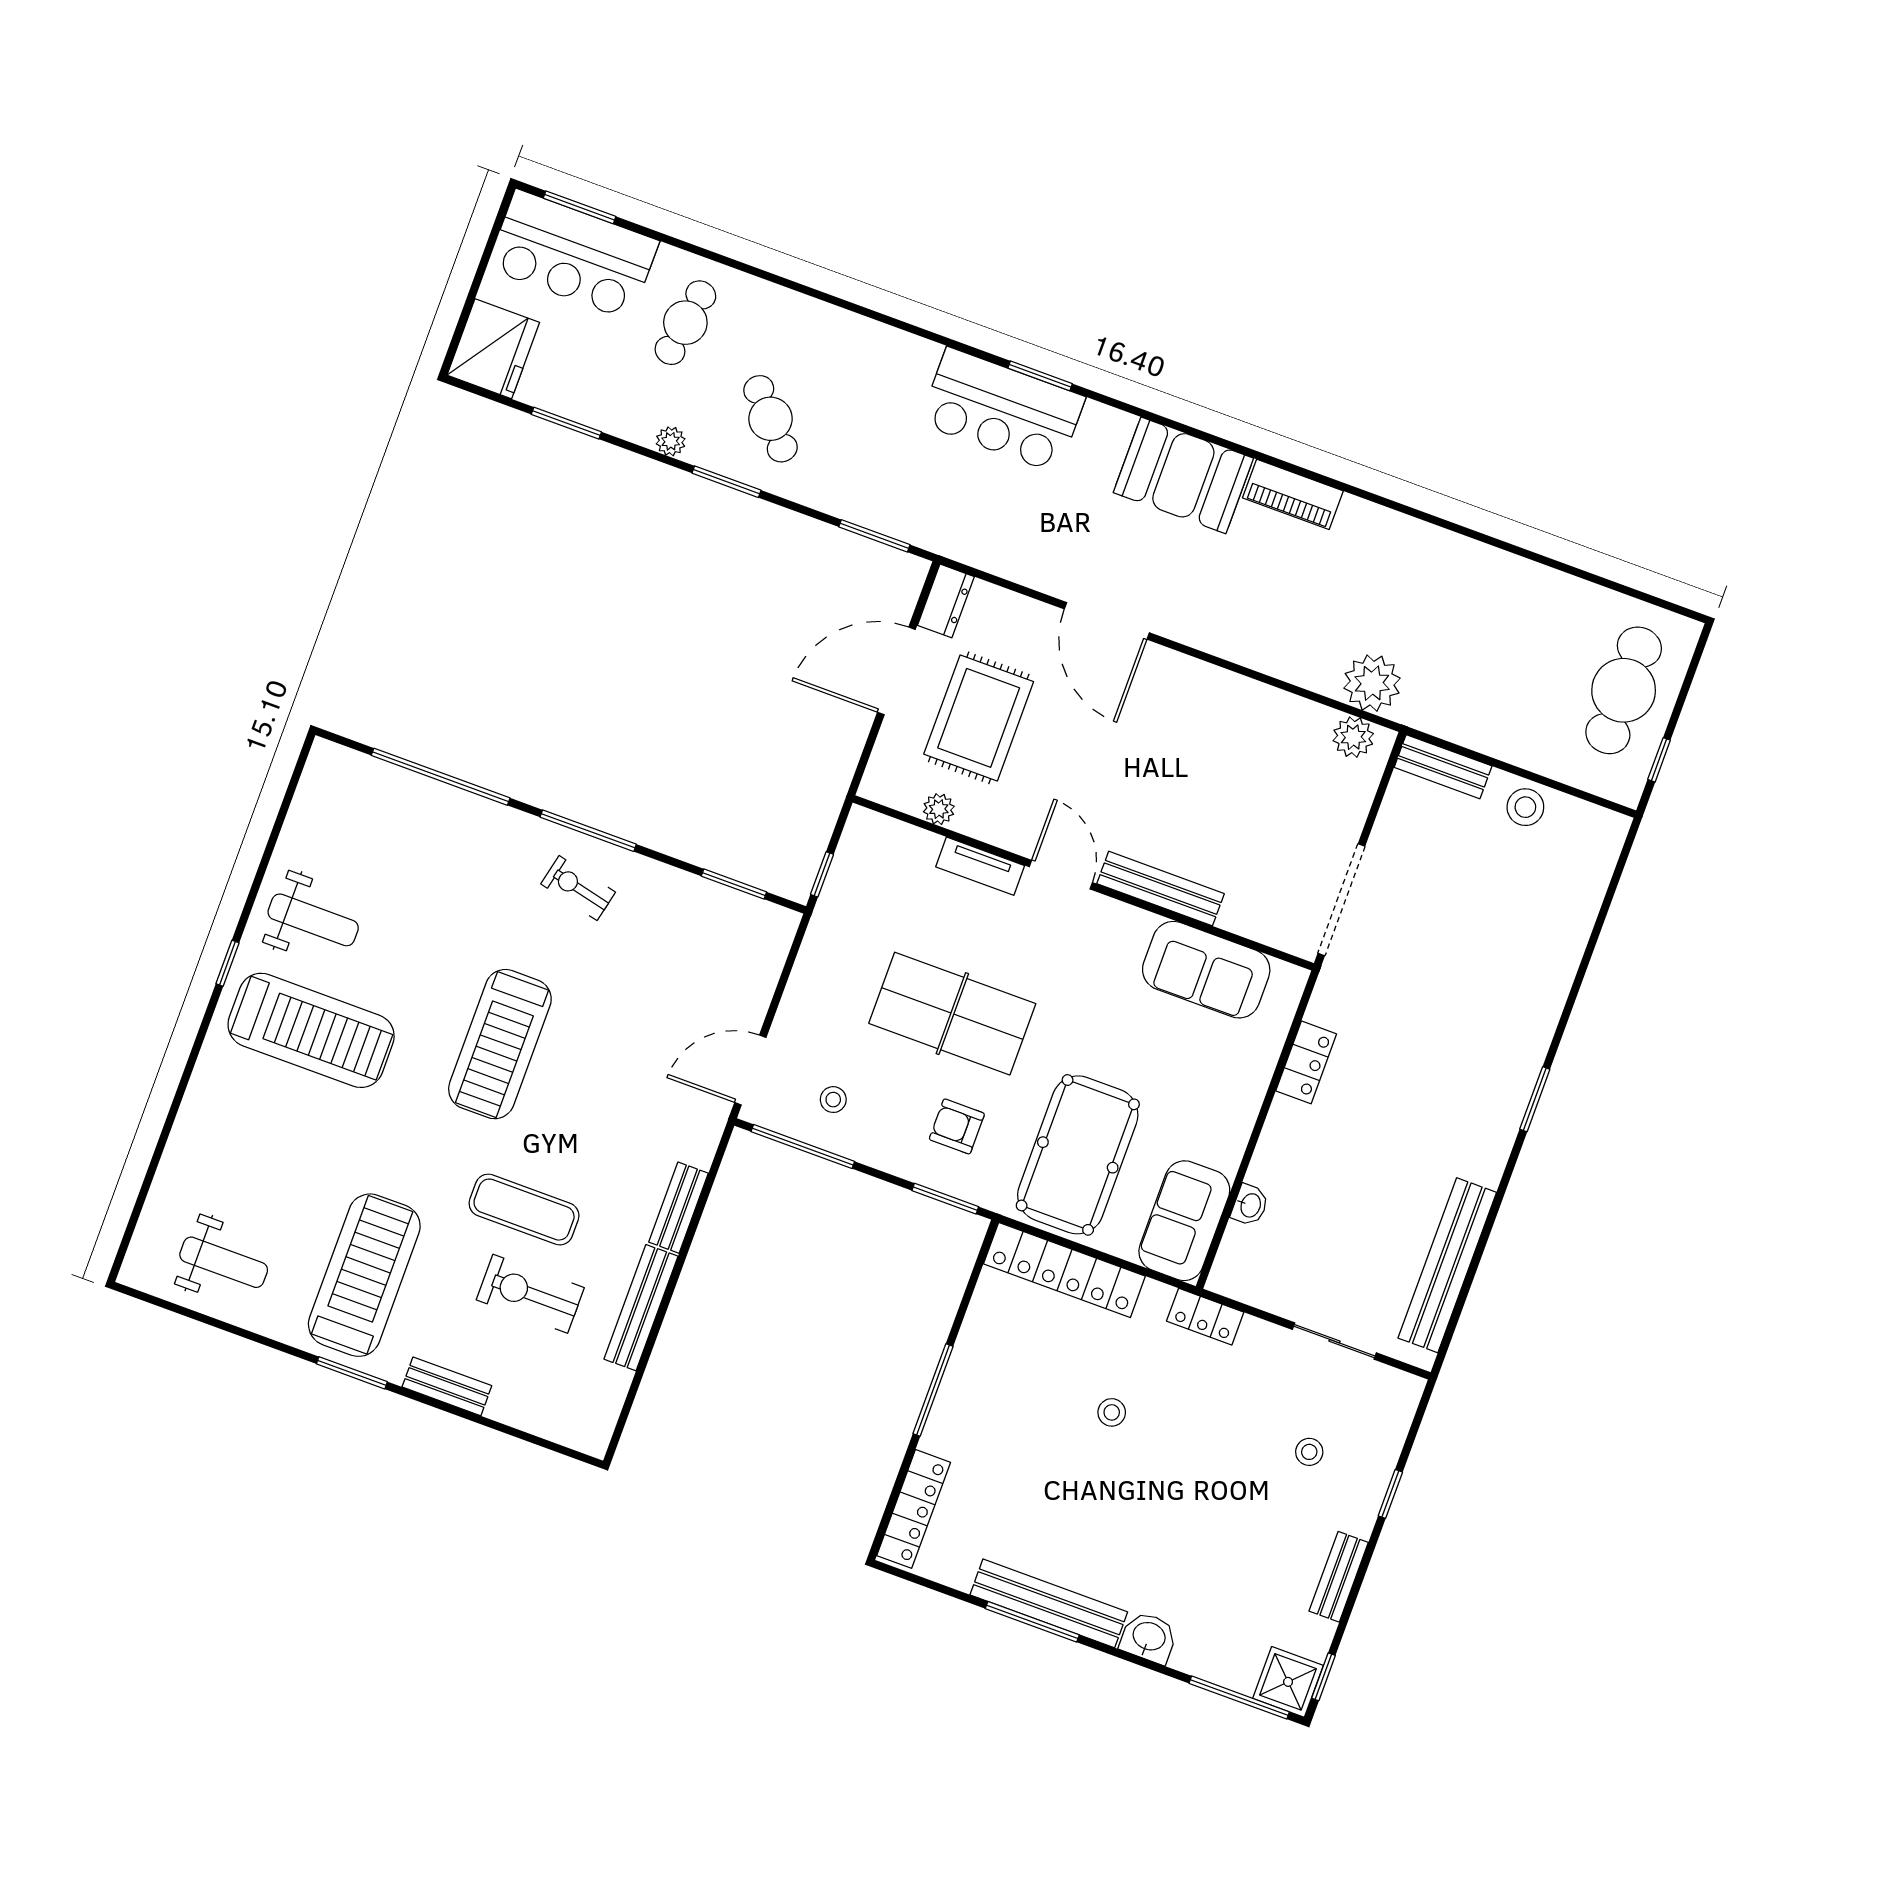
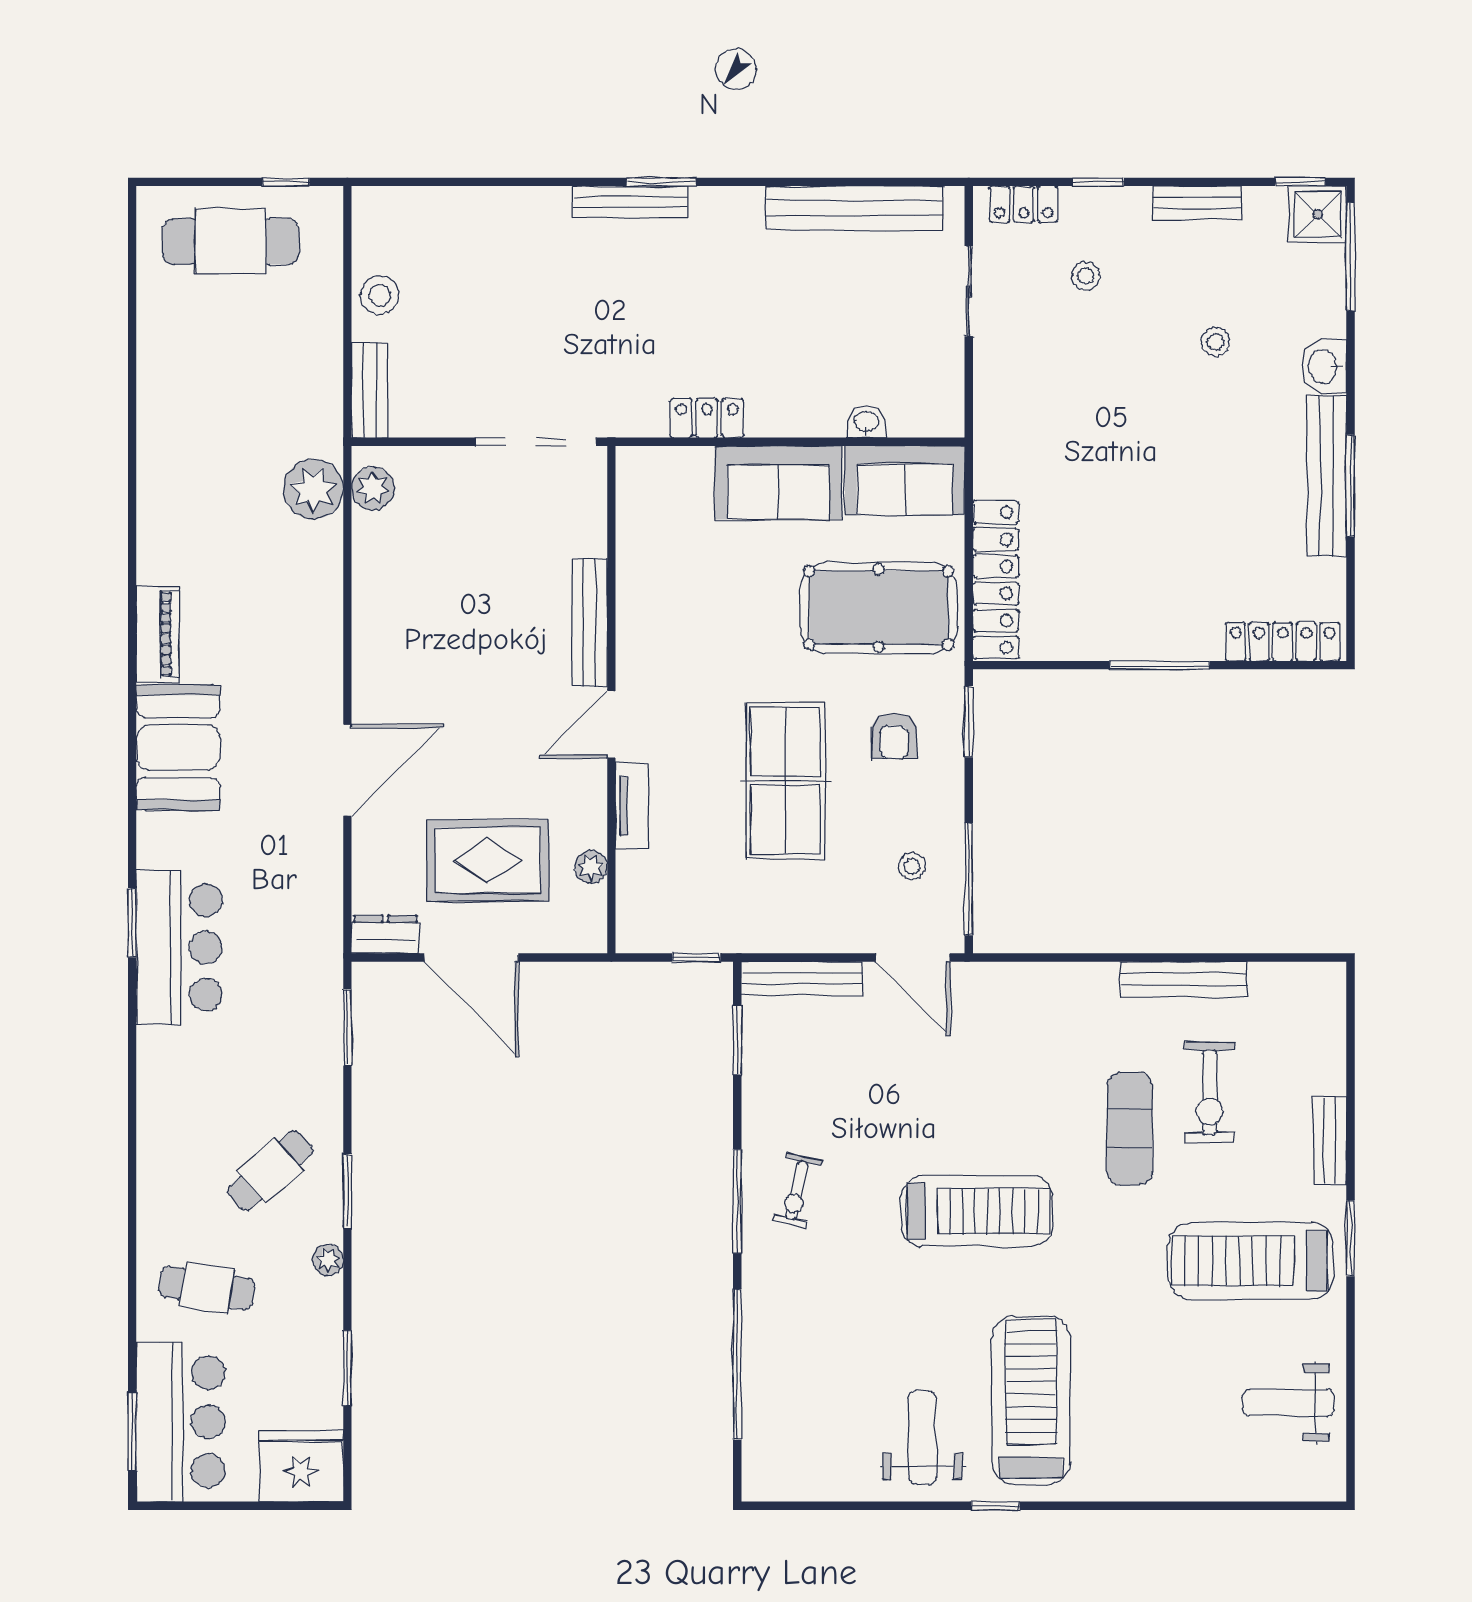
sofa: (1206, 970) -> (778, 483), moved, turned 90
bench: (1527, 1065) -> (630, 202), added
bench: (679, 1208) -> (802, 979), moved, width x1.36
weight bench: (224, 1262) -> (1288, 1403), turned -90
locker: (1205, 1317) -> (1024, 204), moved, turned 90
stool: (1112, 1412) -> (1215, 342), moved

